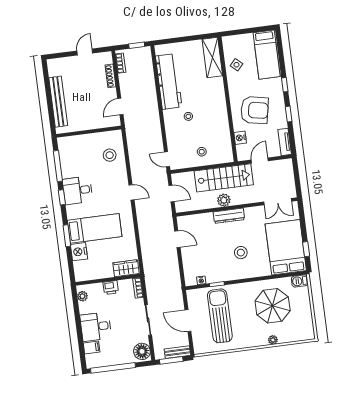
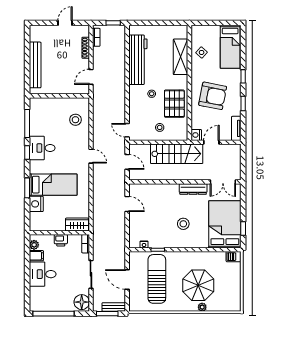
shelving: (212, 58) -> (181, 57), moved
pallet: (214, 124) -> (174, 104), added
nightstand: (240, 138) -> (196, 135), moved
plant: (224, 200) -> (174, 174), removed
dresser: (229, 216) -> (193, 189), moved
parasol: (273, 306) -> (198, 285), moved
filing cabinet: (92, 347) -> (36, 256), moved

